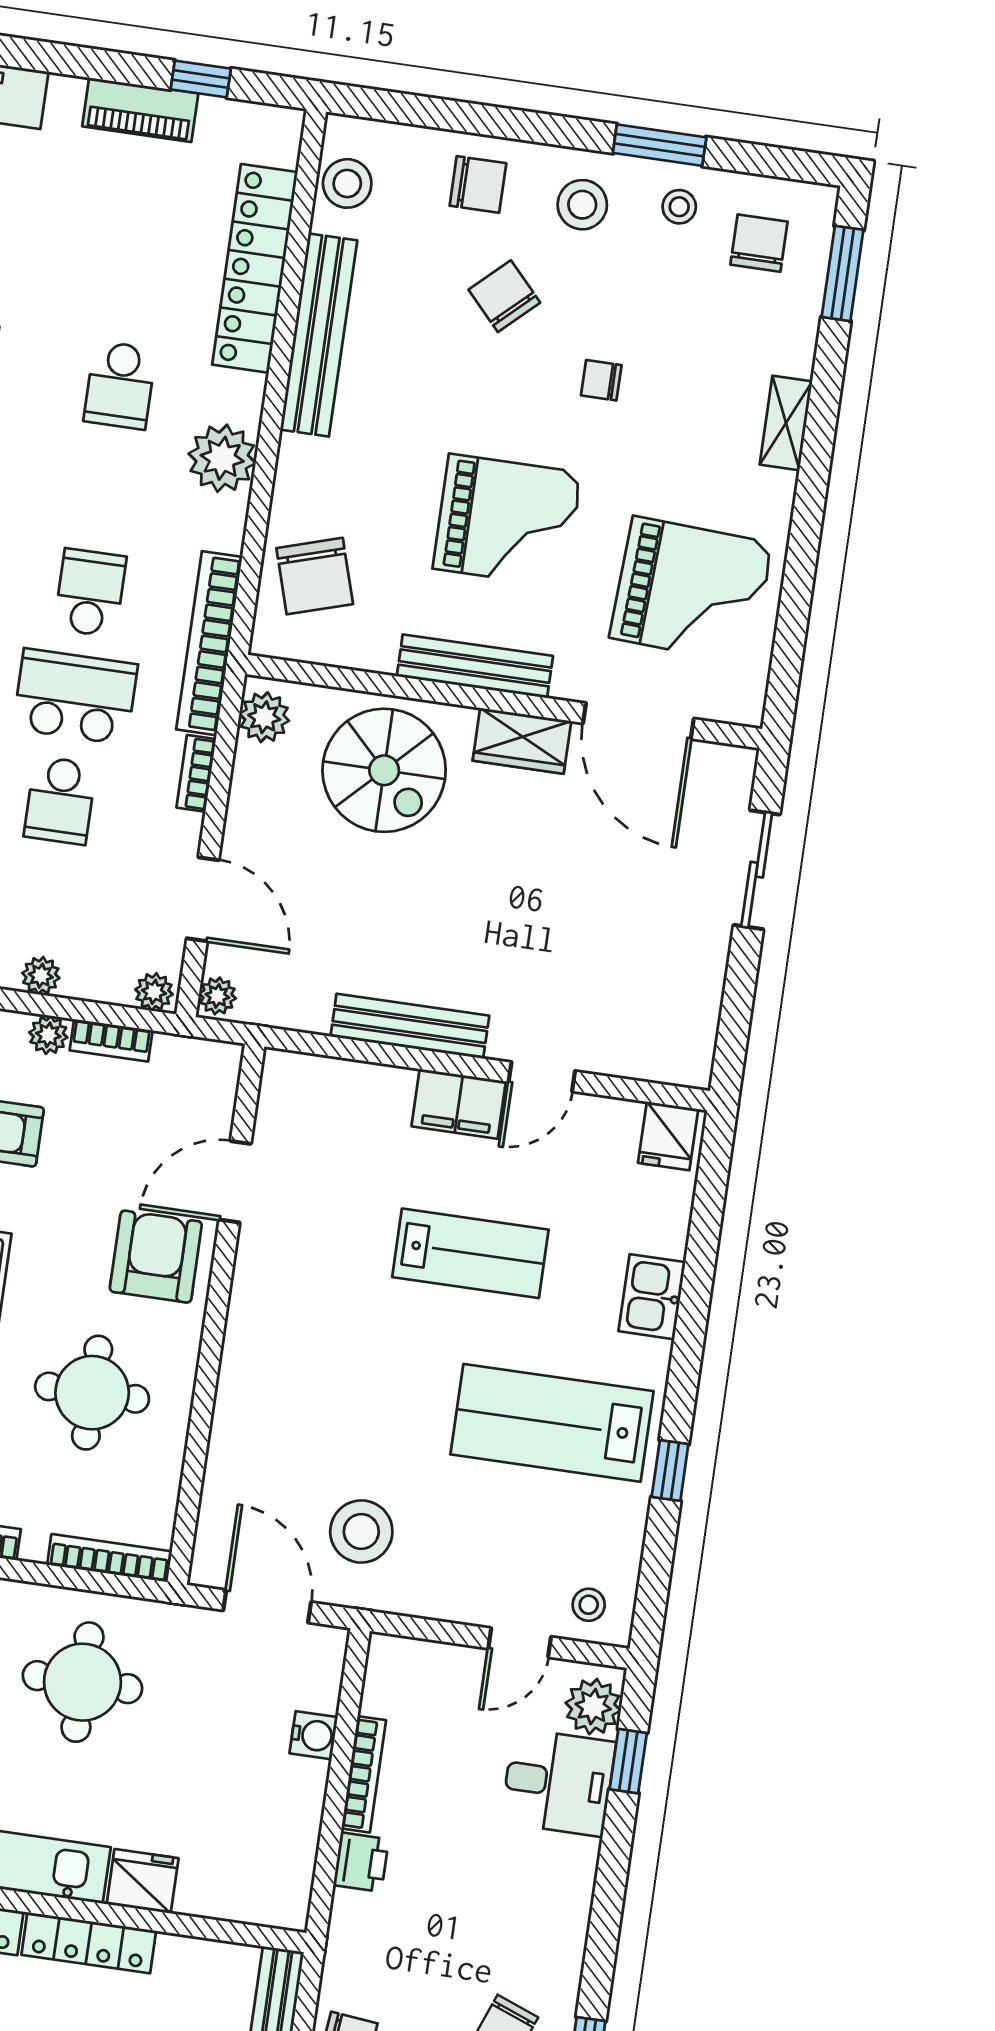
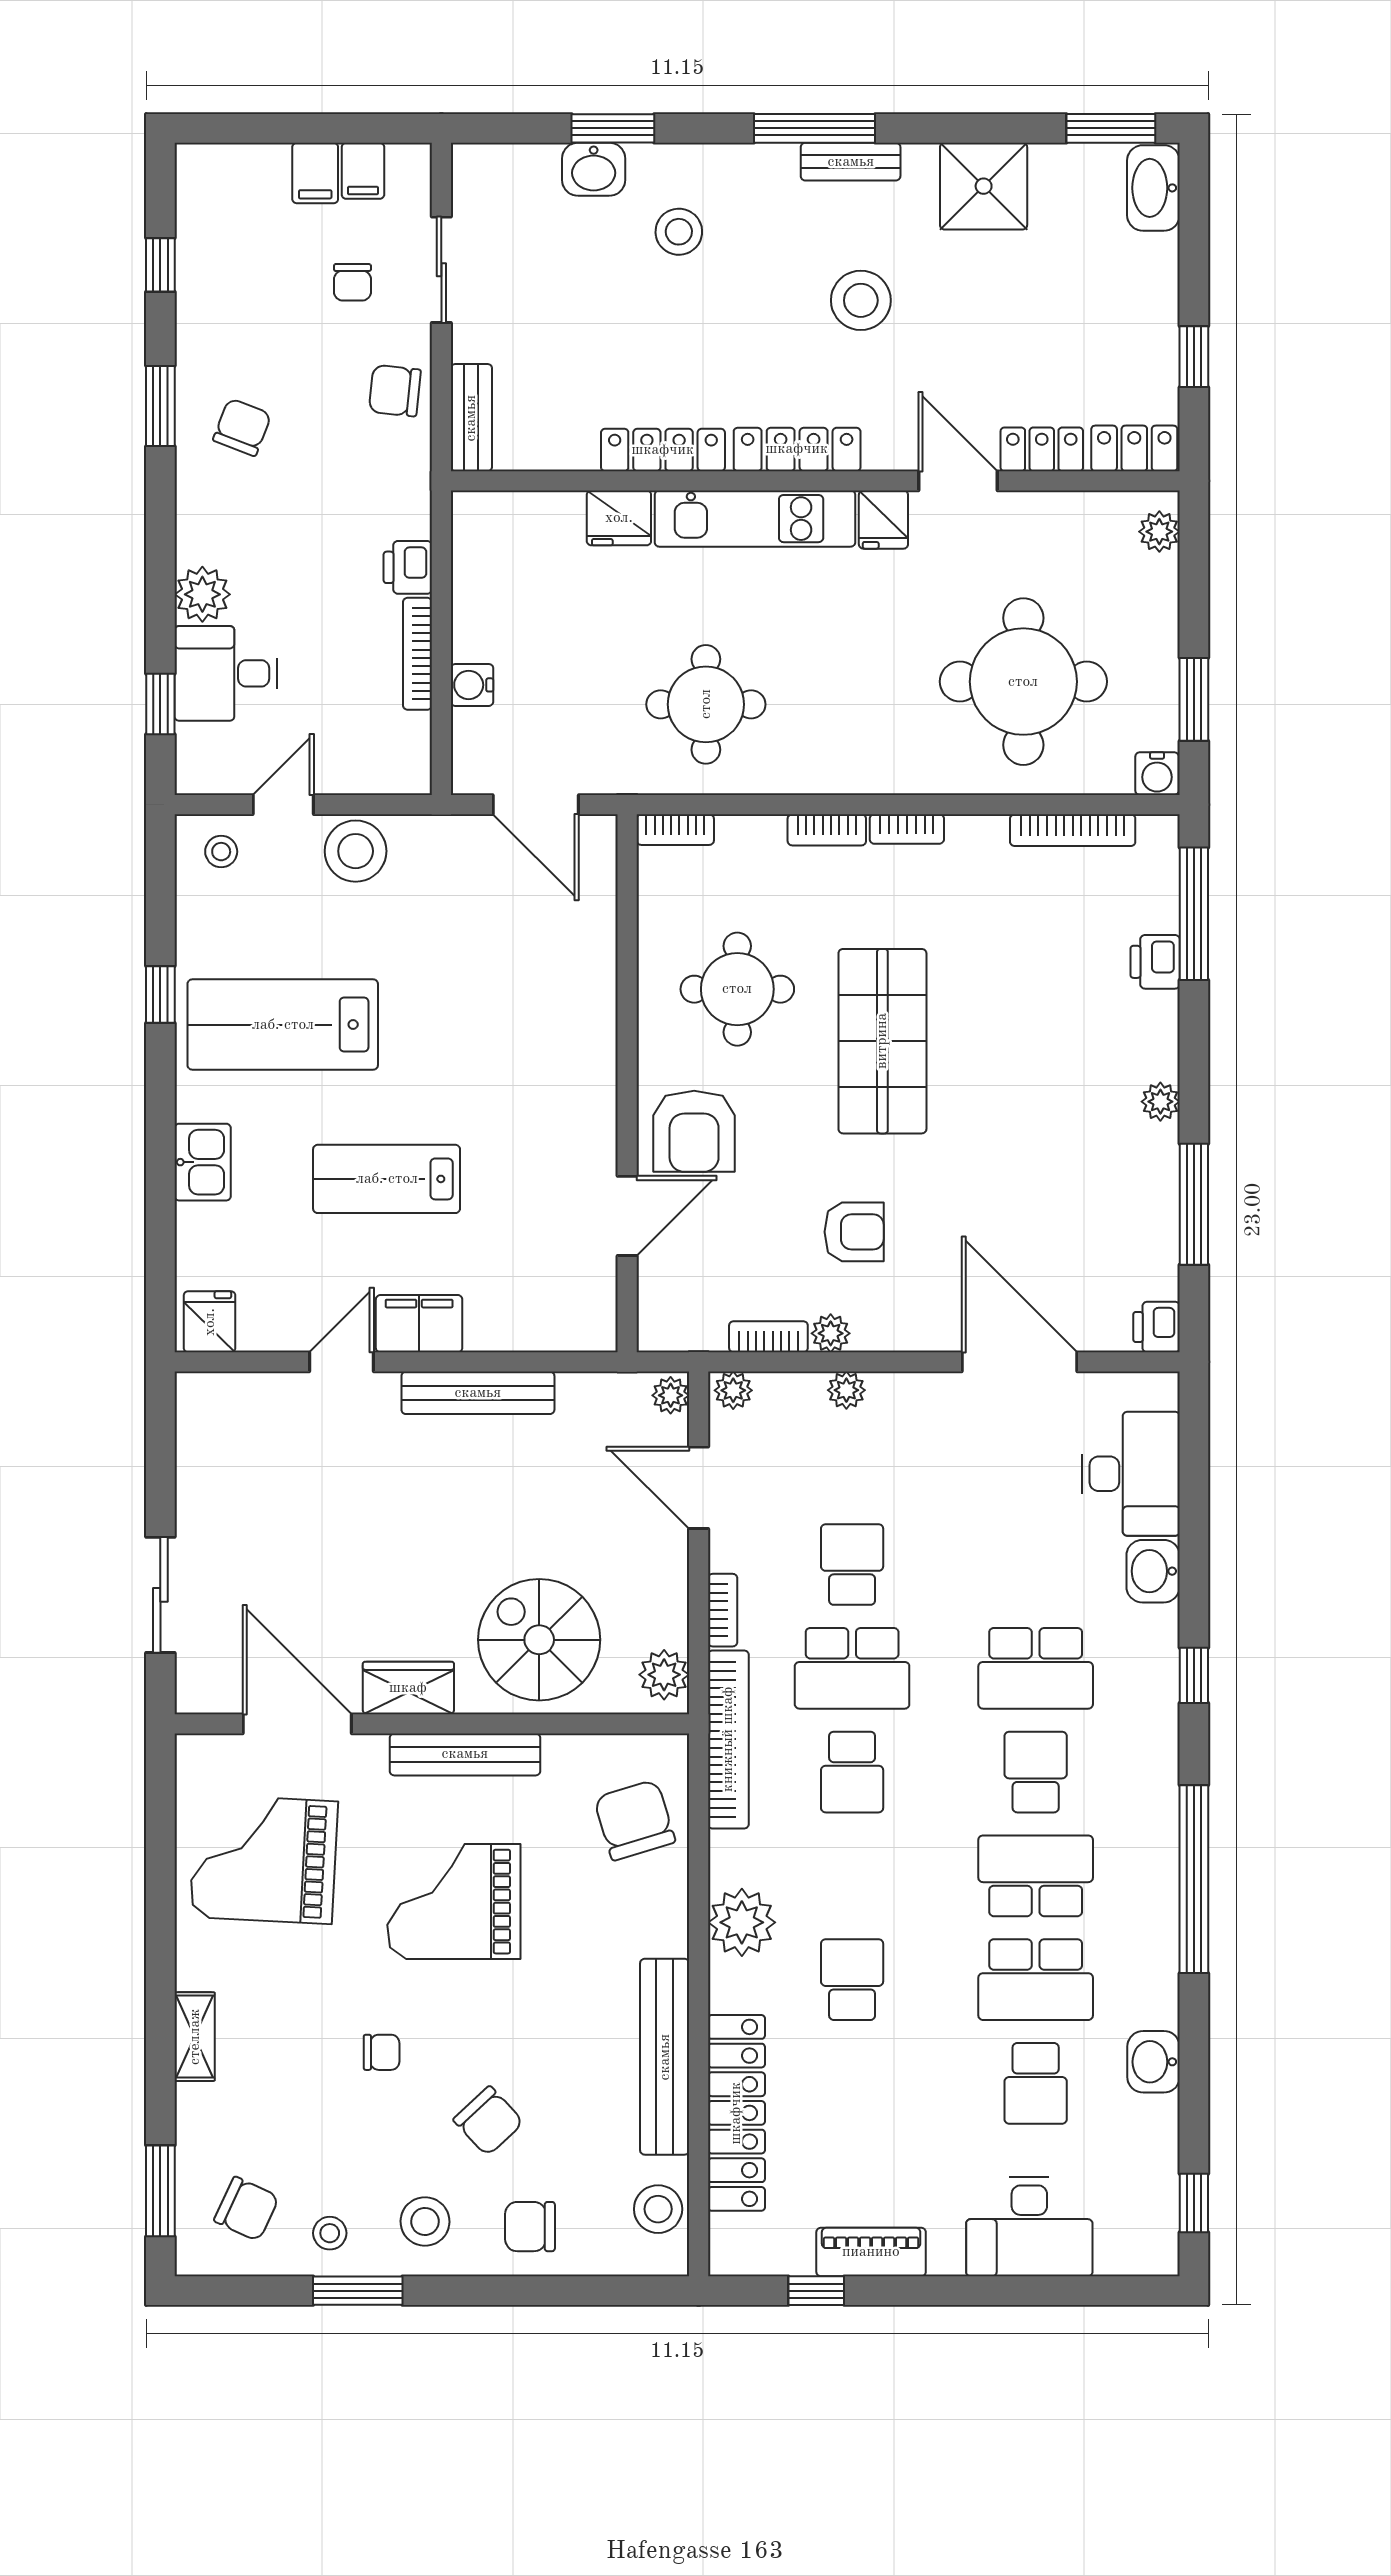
chair: (759, 243) -> (247, 2209), turned -65
lab bench: (552, 1423) -> (283, 1025), turned 180
stool: (361, 1531) -> (356, 851), moved
bookcase: (110, 1558) -> (675, 830), width x0.64
plant: (593, 1707) -> (202, 594), moved

